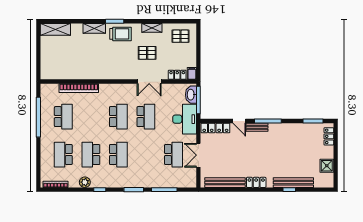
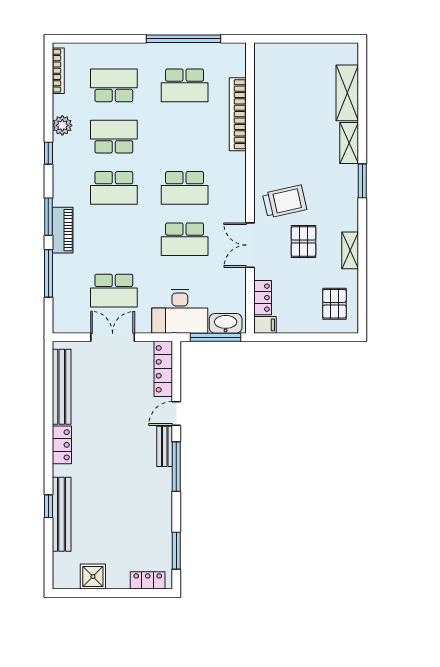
shelving: (55, 29) -> (347, 93), moved
trolley: (120, 34) -> (285, 201), moved, turned -103
piano: (141, 182) -> (63, 230), added

